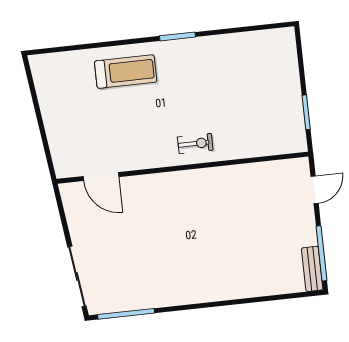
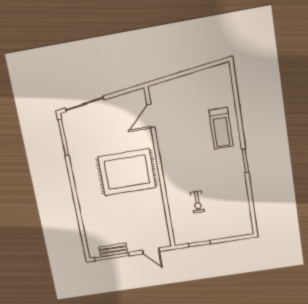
exercise bike: (195, 144) -> (197, 202), moved
rug: (185, 219) -> (127, 172), added
bench: (312, 269) -> (113, 250), moved

